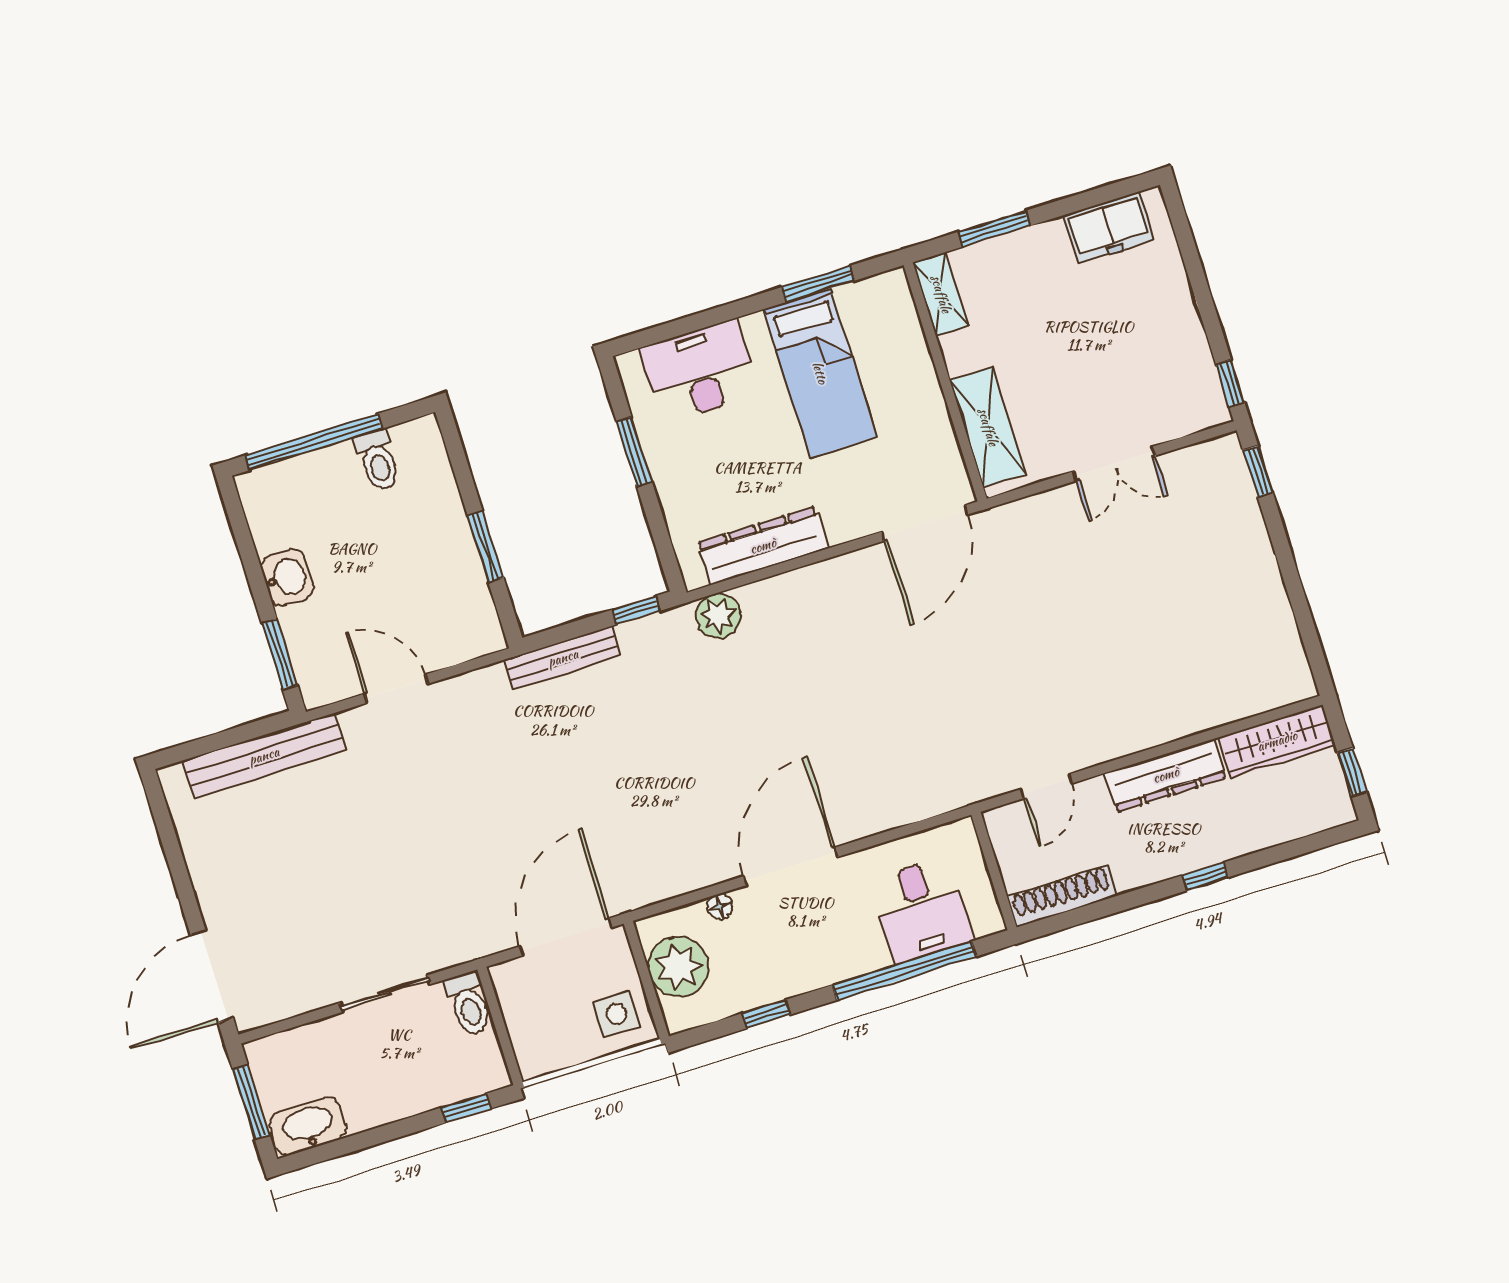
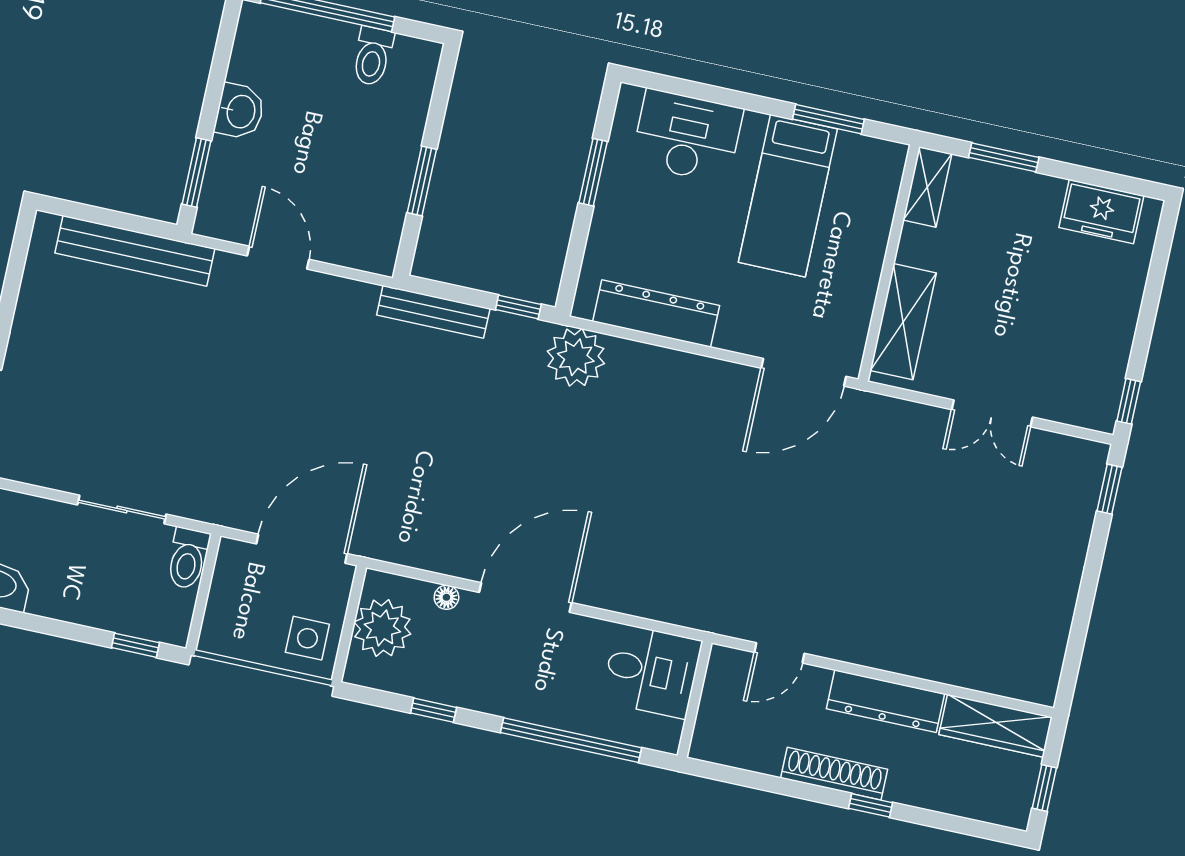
plant: (718, 616) -> (576, 357), width x1.36, depth x1.36
shoe rack: (1062, 896) -> (834, 774), moved
desk: (922, 910) -> (652, 671), moved, turned -90

